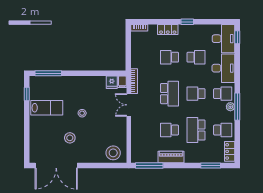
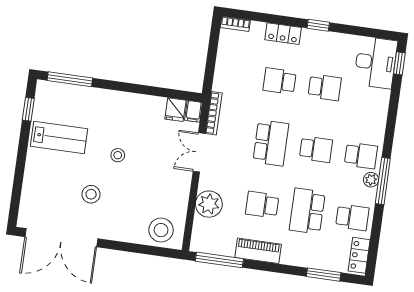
desk: (223, 68) -> (368, 113), removed
school desk: (196, 94) -> (316, 149), turned 180
plant: (139, 134) -> (209, 204), added

